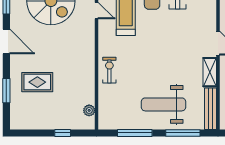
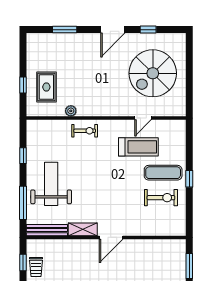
rug: (37, 82) -> (46, 87), moved
plant: (89, 110) -> (71, 111), moved
window: (135, 133) -> (23, 156), width x0.46

